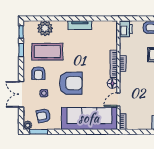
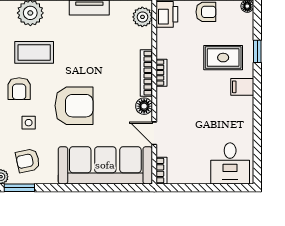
plant: (111, 31) -> (142, 17), added
coffee table: (47, 52) -> (34, 52), width x0.73, depth x0.76
door: (118, 100) -> (154, 133), hinge flipped

